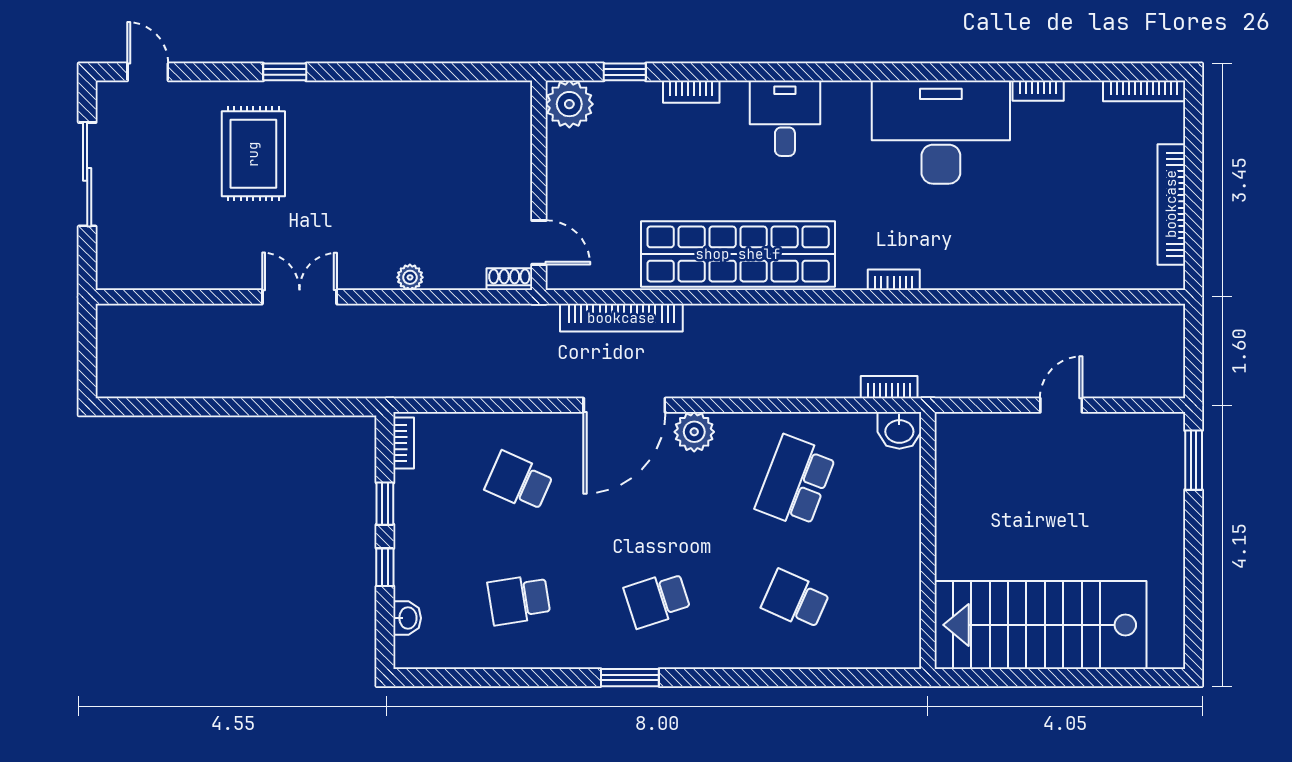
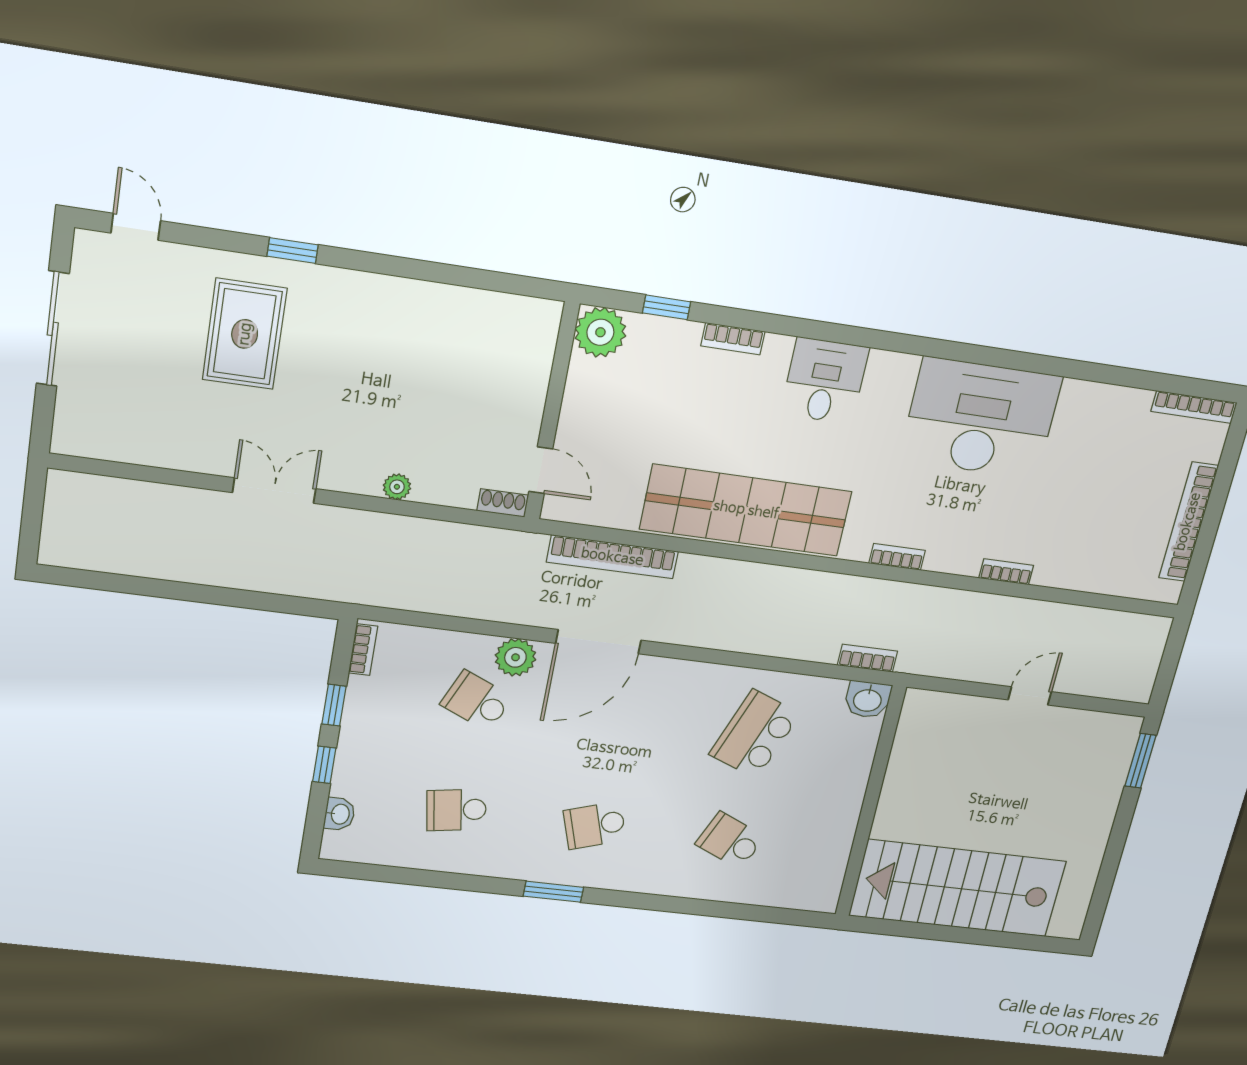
bookcase: (1038, 91) -> (1006, 572), moved, turned 180
plant: (694, 432) -> (515, 657), moved

